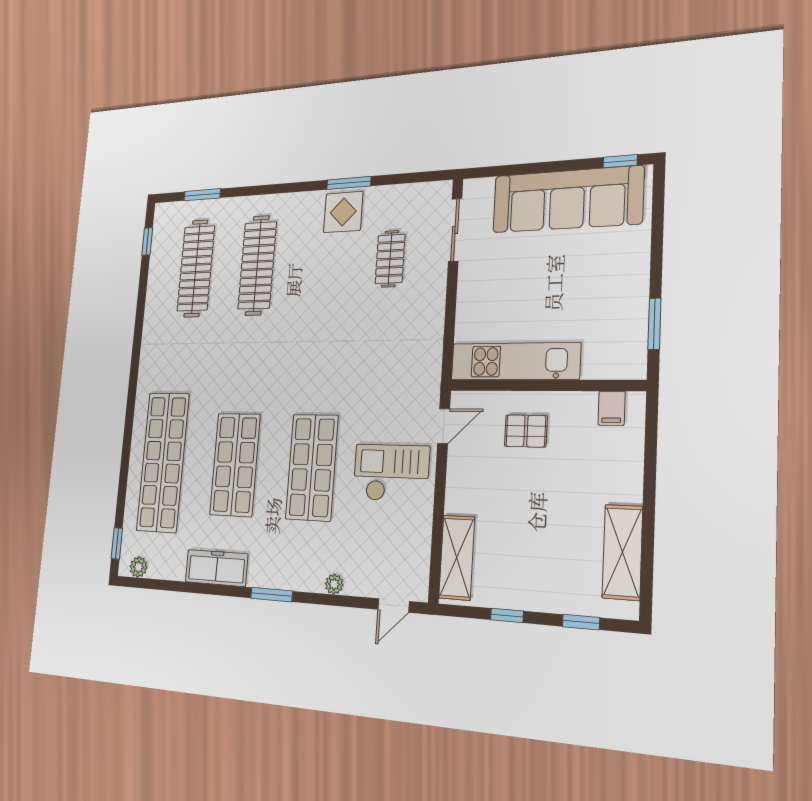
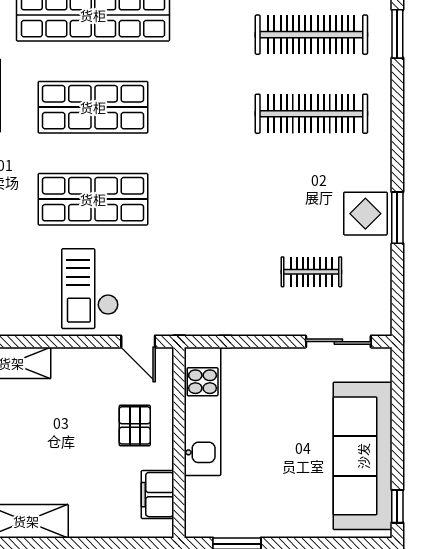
filing cabinet: (612, 408) -> (157, 495), width x2.00
checkout: (391, 473) -> (90, 289), turned 180

